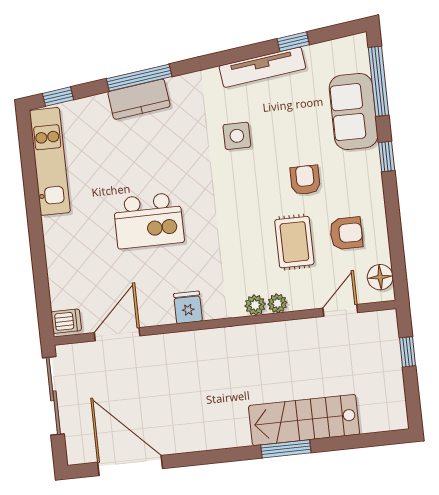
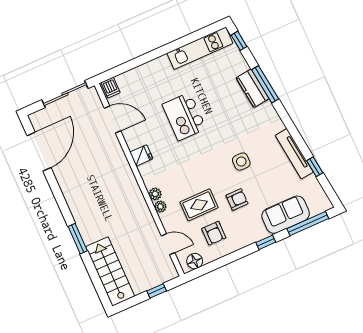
side table: (237, 136) -> (241, 162), moved
stairs: (304, 420) -> (110, 271), moved

